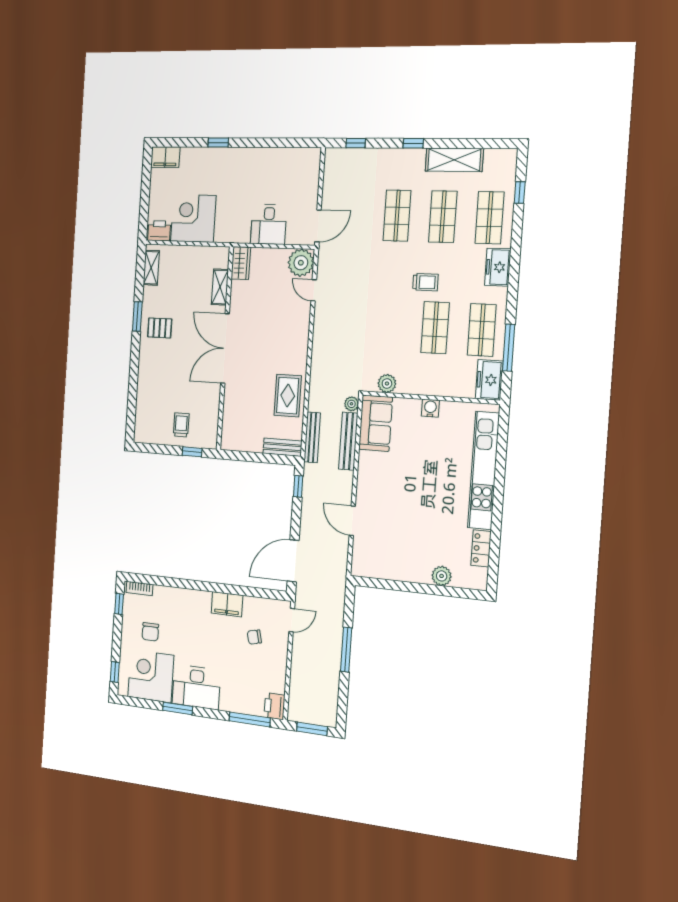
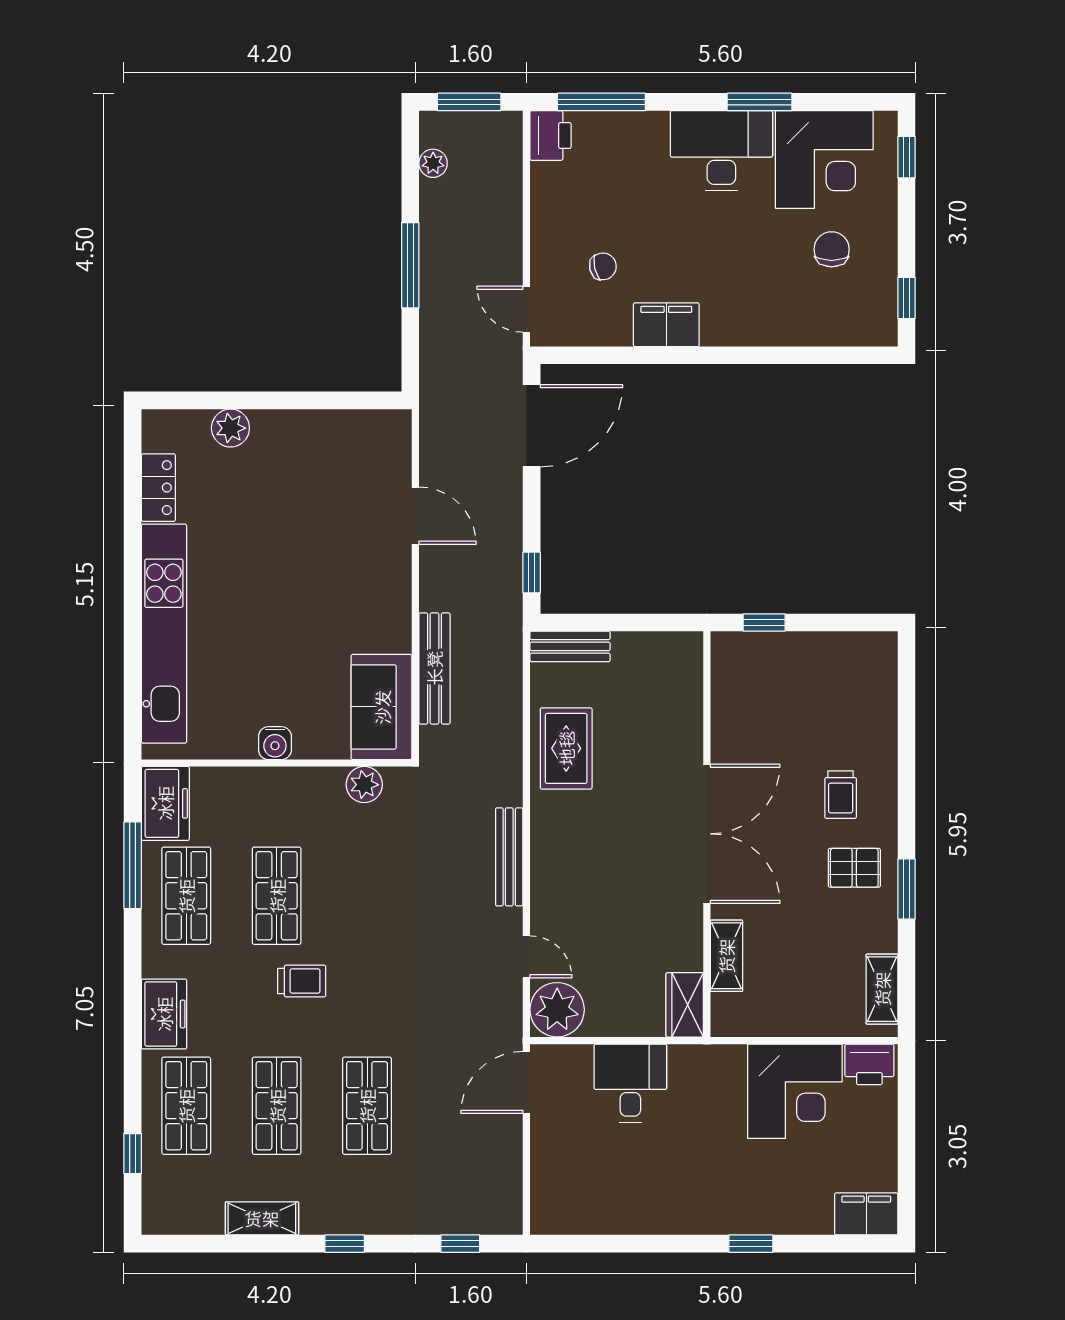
shelving: (454, 160) -> (262, 1218), width x0.67, depth x0.75
trolley: (425, 282) -> (302, 981), turned 180
plant: (351, 404) -> (433, 163), moved
trolley: (181, 425) -> (841, 795), moved
bench: (312, 437) -> (509, 857), moved
bookcase: (139, 588) -> (862, 335), removed
door: (292, 620) -> (526, 309), hinge flipped

